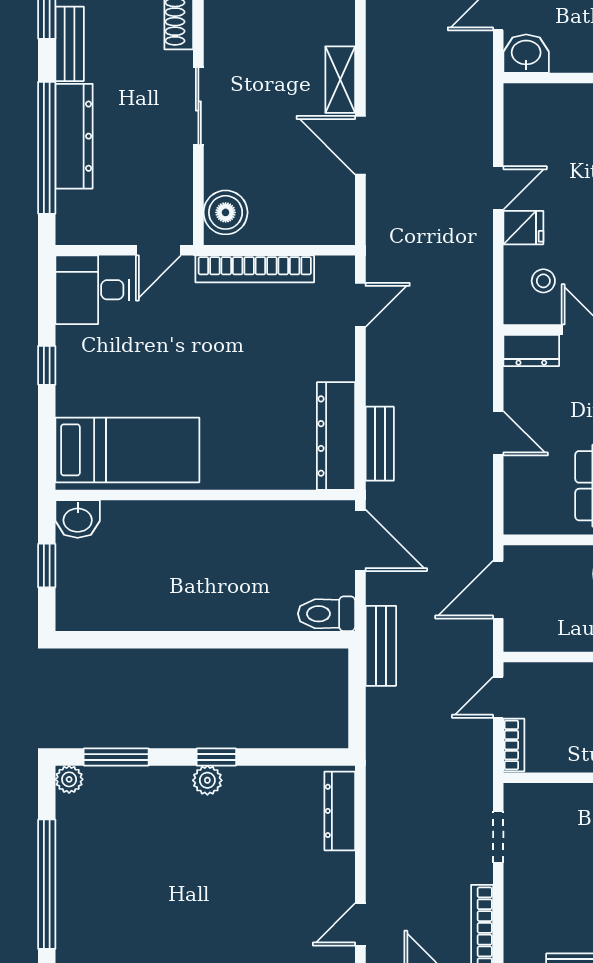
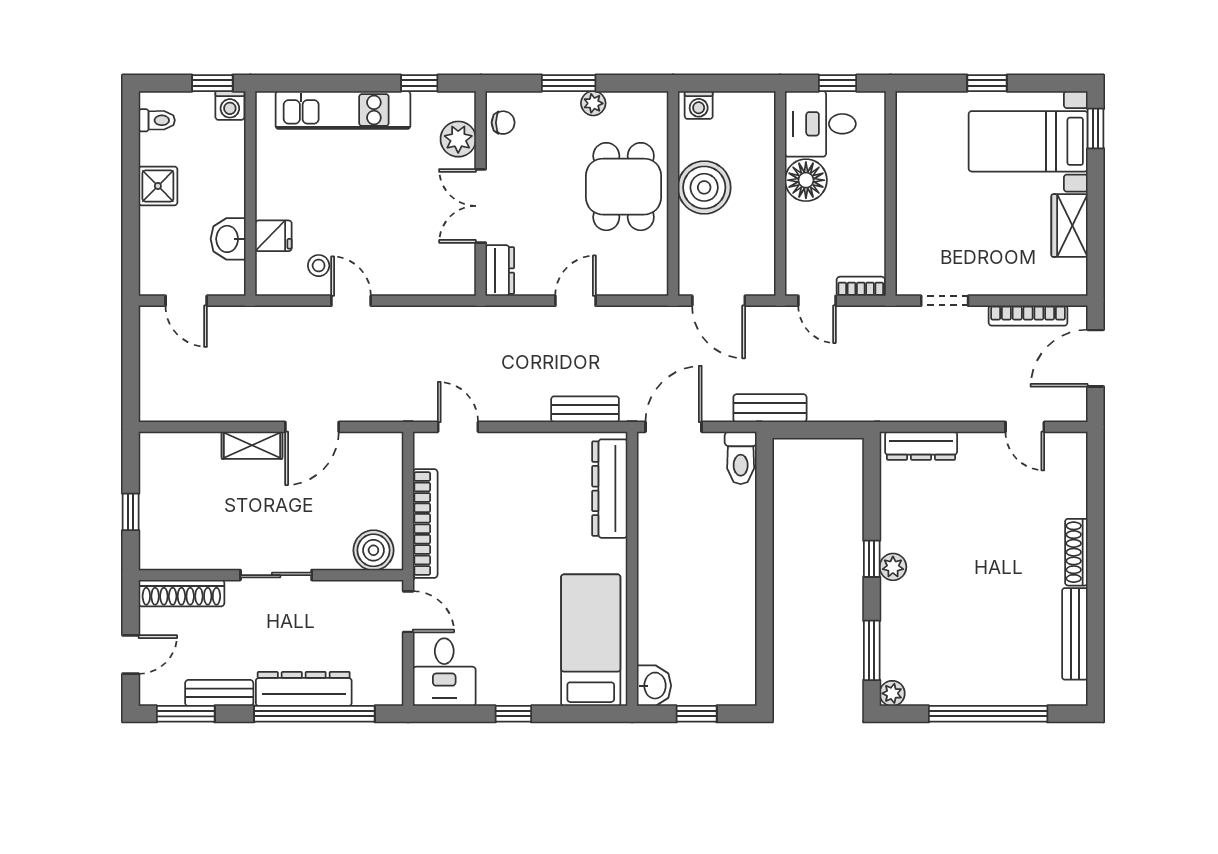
washbasin: (526, 54) -> (228, 239), moved
fridge: (523, 228) -> (273, 236), moved, turned 90
stool: (543, 281) -> (319, 266), moved
dresser: (336, 436) -> (610, 489), moved, turned 90

